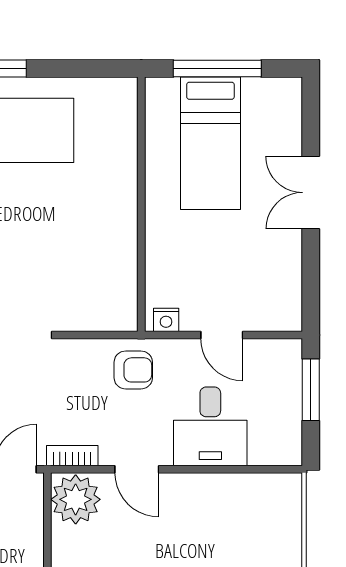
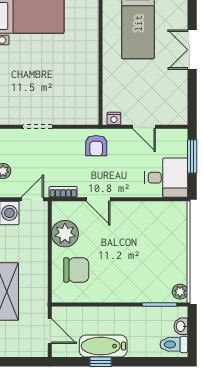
armchair: (133, 370) -> (96, 146), turned 90
desk: (210, 426) -> (166, 178), moved, turned -90
plant: (76, 499) -> (65, 234), moved

